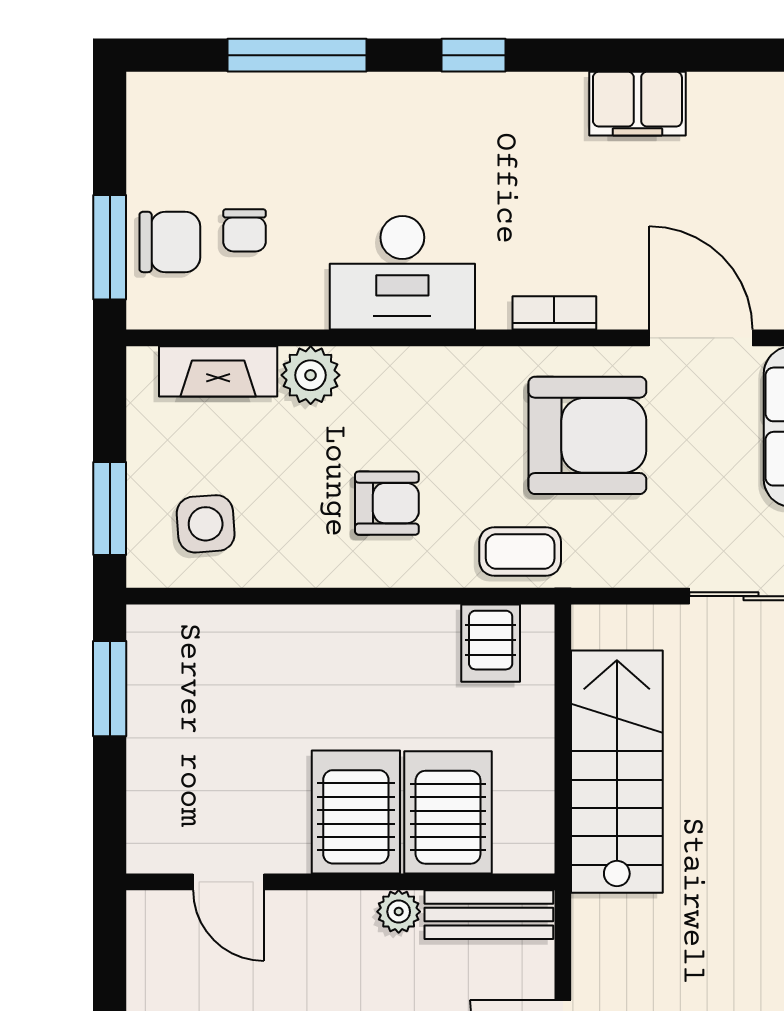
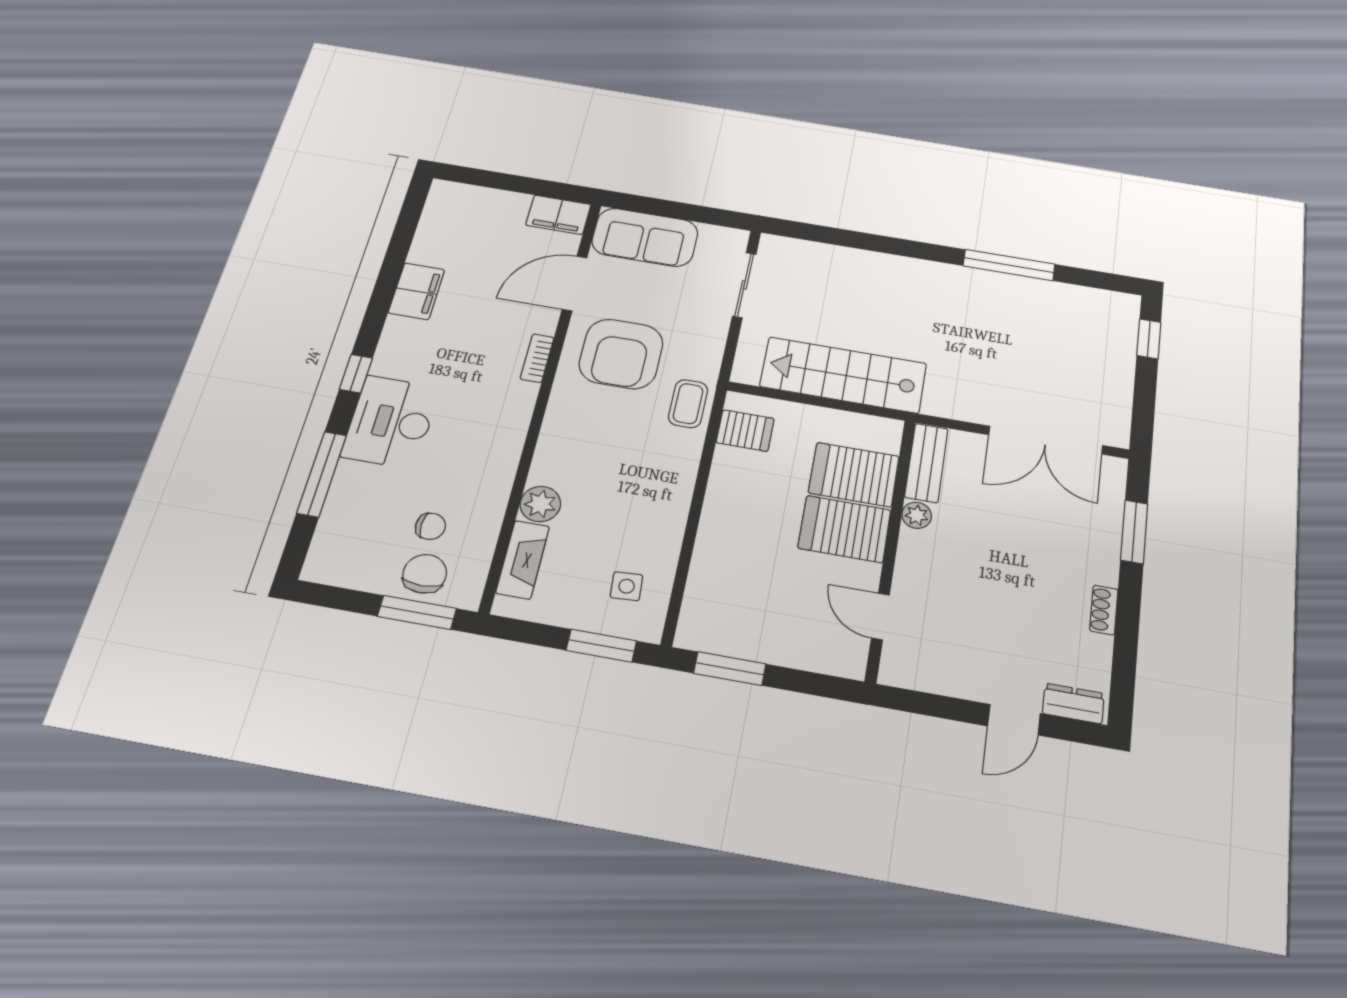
desk: (402, 273) -> (391, 422), moved, turned 180
armchair: (587, 435) -> (621, 354), turned 180
armchair: (387, 503) -> (638, 474), removed
side table: (206, 524) -> (627, 586), width x0.73, depth x0.73
door: (228, 882) -> (880, 616), swing flipped

